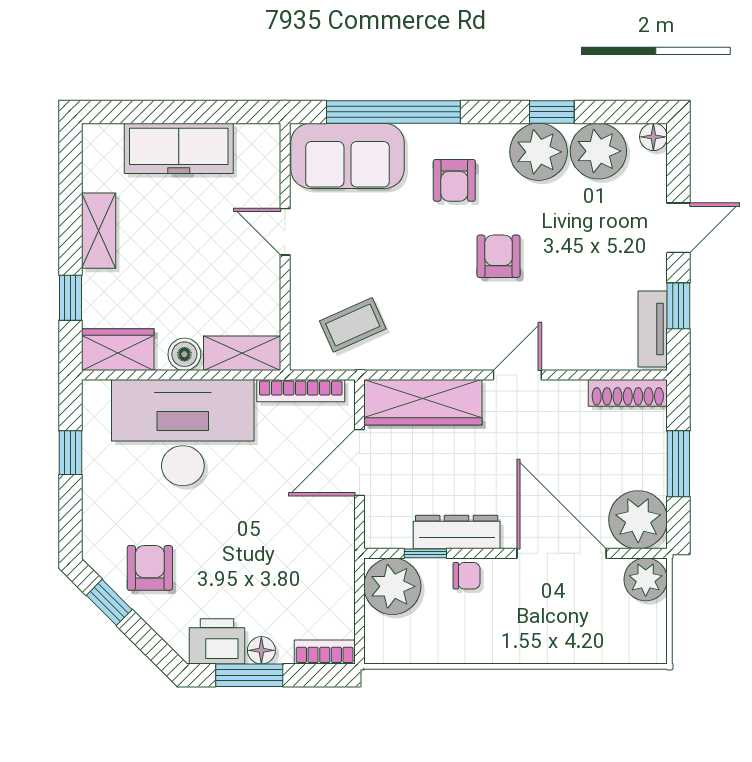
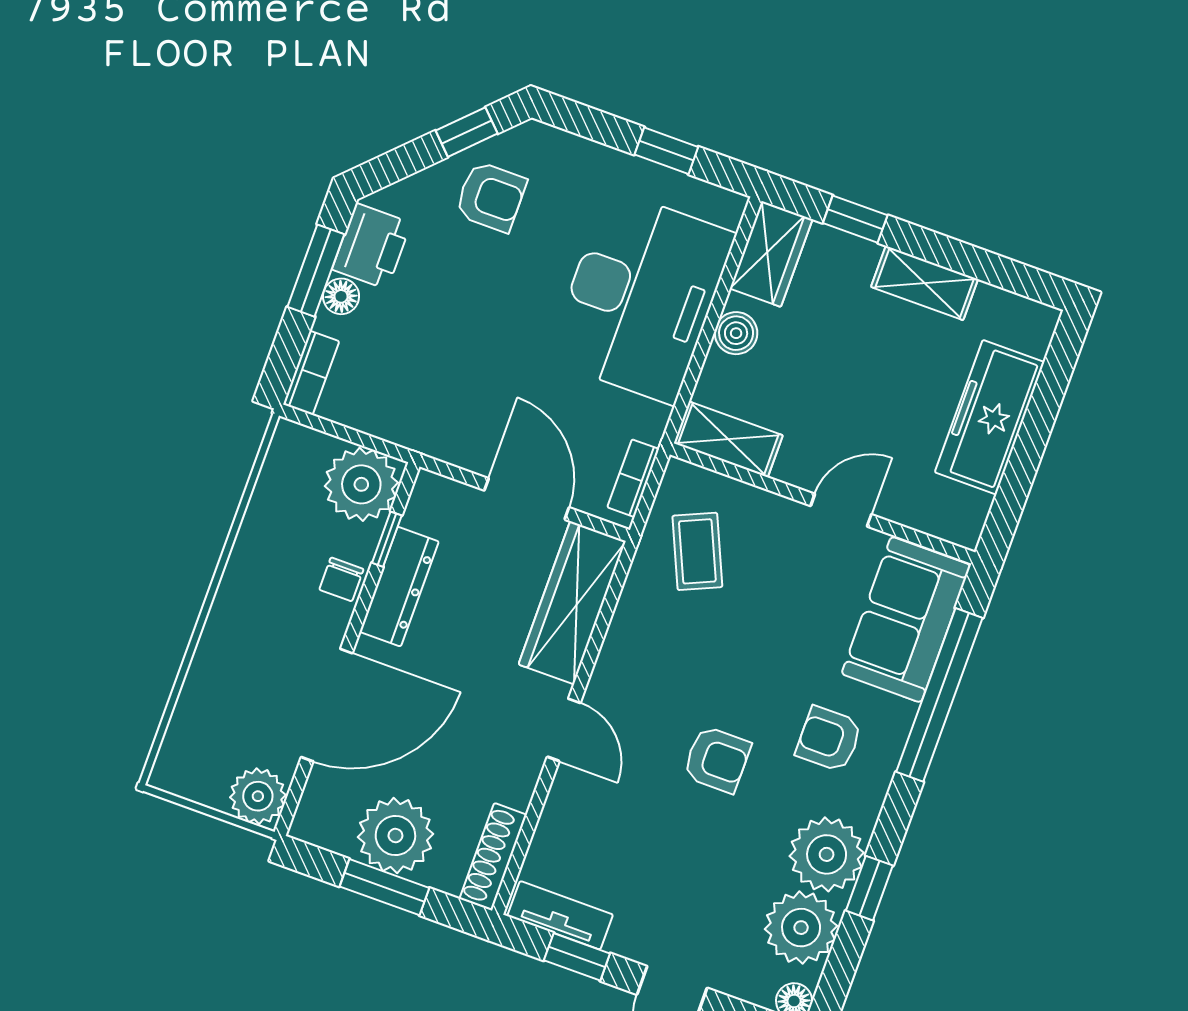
shelving: (242, 353) -> (728, 439), moved, turned 90
bookcase: (301, 391) -> (633, 478), width x0.64
plant: (638, 520) -> (395, 836), moved

